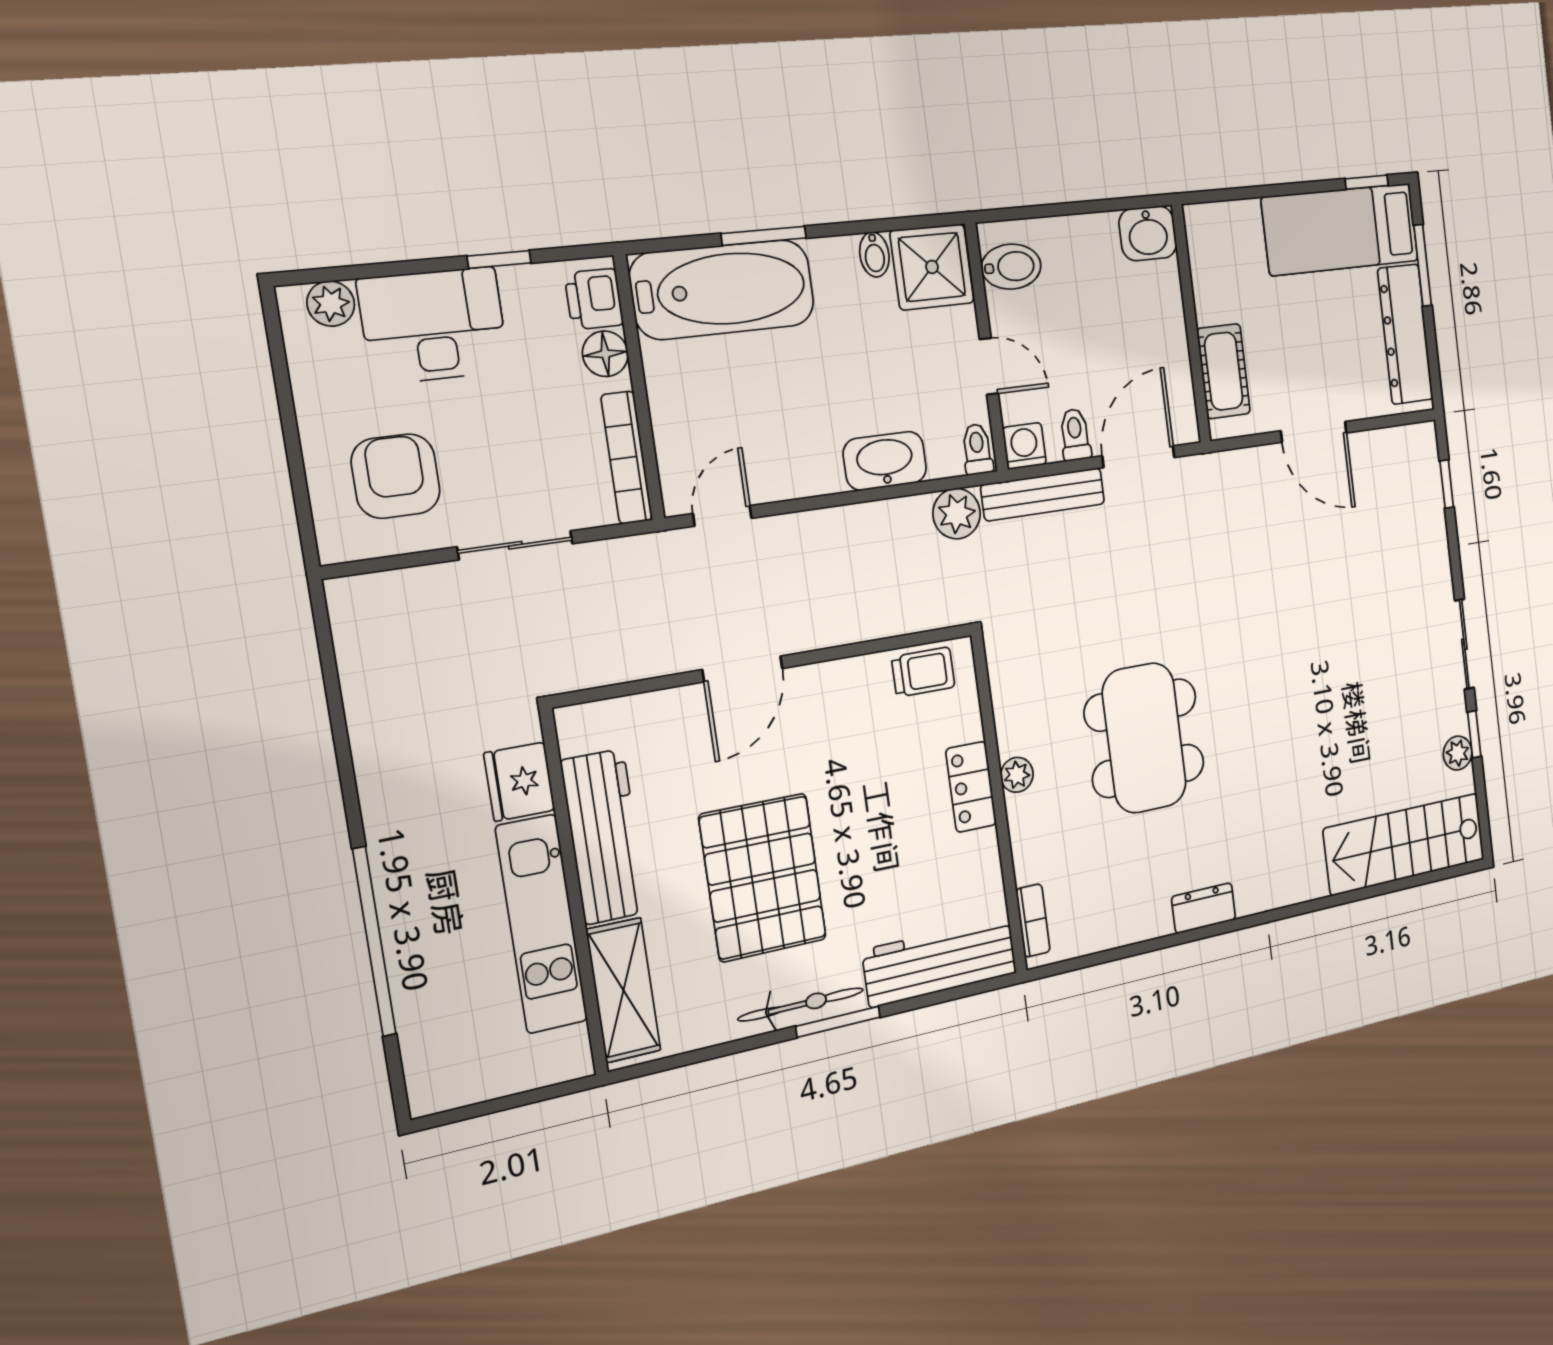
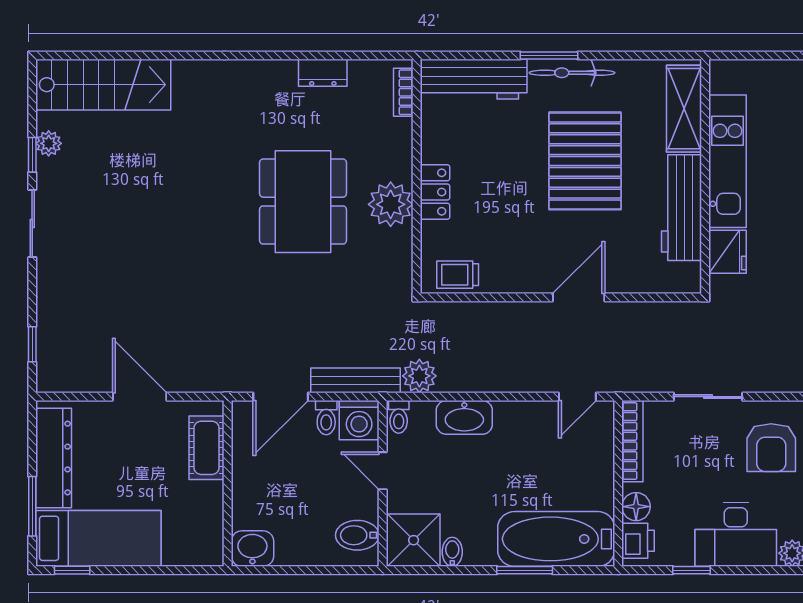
washing machine: (1024, 446) -> (359, 420), width x1.38, depth x1.38
plant: (1017, 775) -> (391, 204), width x1.87, depth x1.87
dresser: (1204, 908) -> (323, 73), moved

